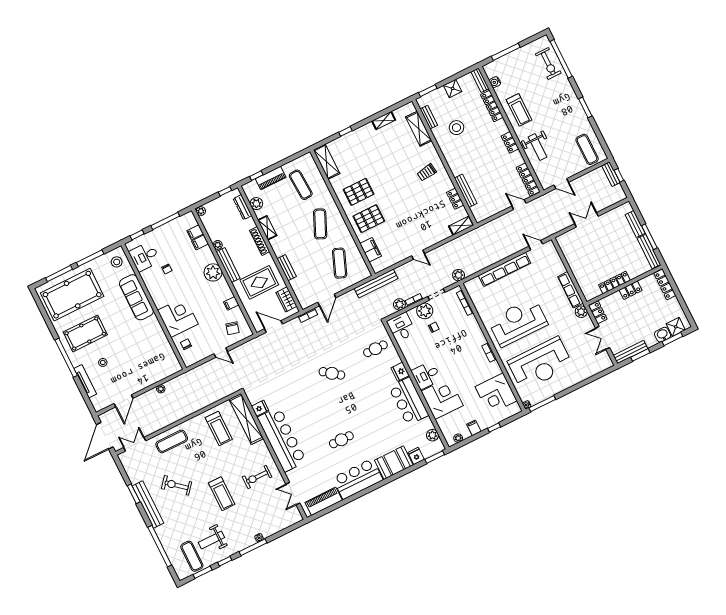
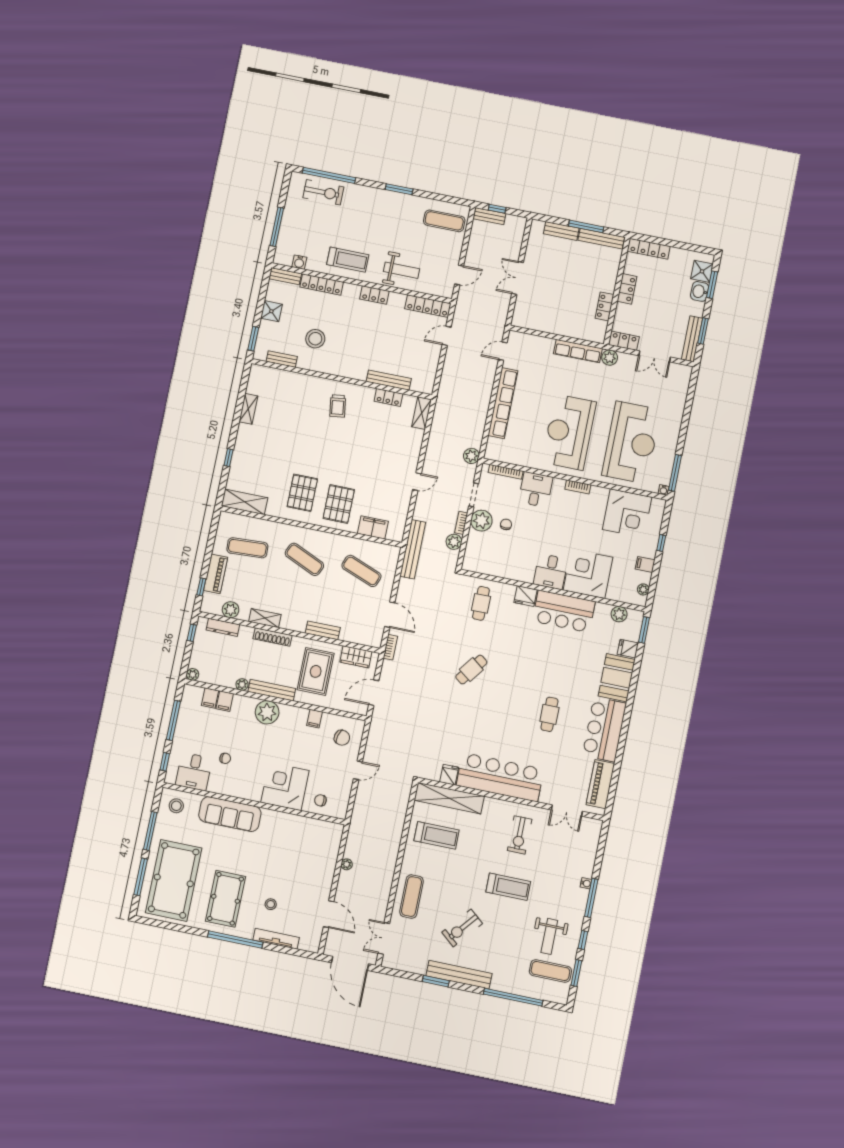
shelving: (419, 129) -> (286, 379), removed
locker: (614, 283) -> (605, 306), width x0.66
desk: (401, 327) -> (536, 490), moved, turned 90

